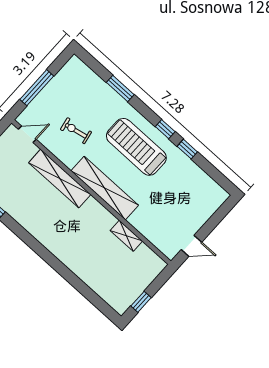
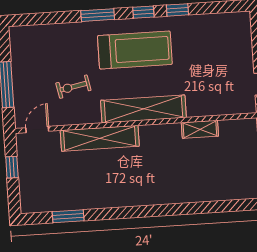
window: (120, 89) -> (98, 15), moved
treadmill: (136, 147) -> (135, 50), turned 180

